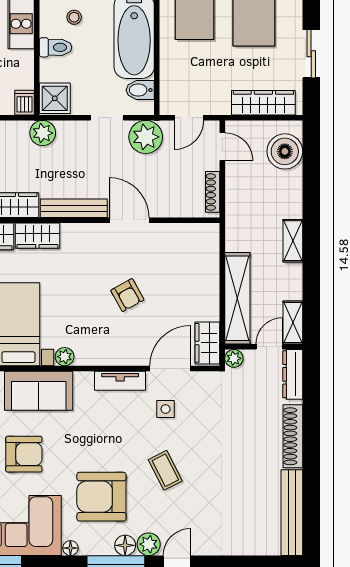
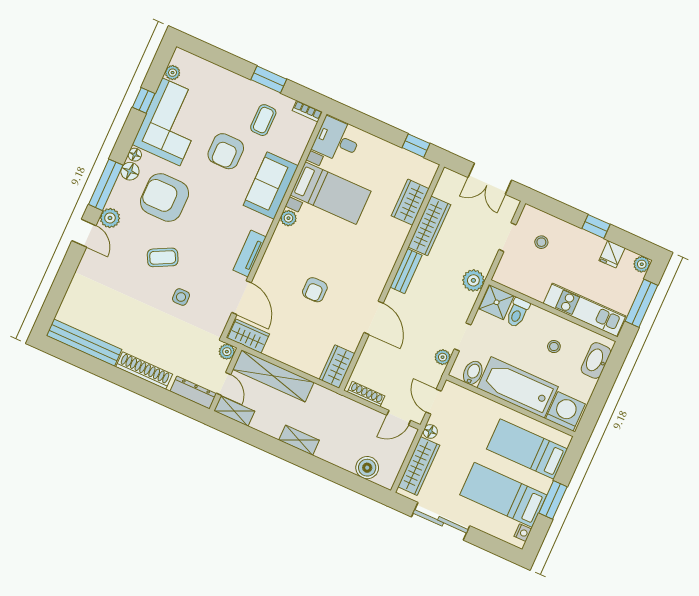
toilet: (56, 47) -> (518, 312), moved
sliding door: (311, 54) -> (441, 521), width x1.37
dishwasher: (25, 103) -> (504, 277), removed
floor lamp: (222, 107) -> (430, 432), added
plant: (146, 137) -> (443, 357), width x0.53, depth x0.53
boiler: (285, 151) -> (367, 468), width x0.73, depth x0.73
bench: (74, 208) -> (406, 271), width x0.73
door: (129, 220) -> (374, 318), hinge flipped
wardrobe: (37, 236) -> (337, 367), moved
armchair: (127, 295) -> (315, 290), turned -61
side table: (166, 409) -> (181, 297), moved
armchair: (101, 497) -> (164, 198), turned -90
floor lamp: (125, 545) -> (130, 171), moved

